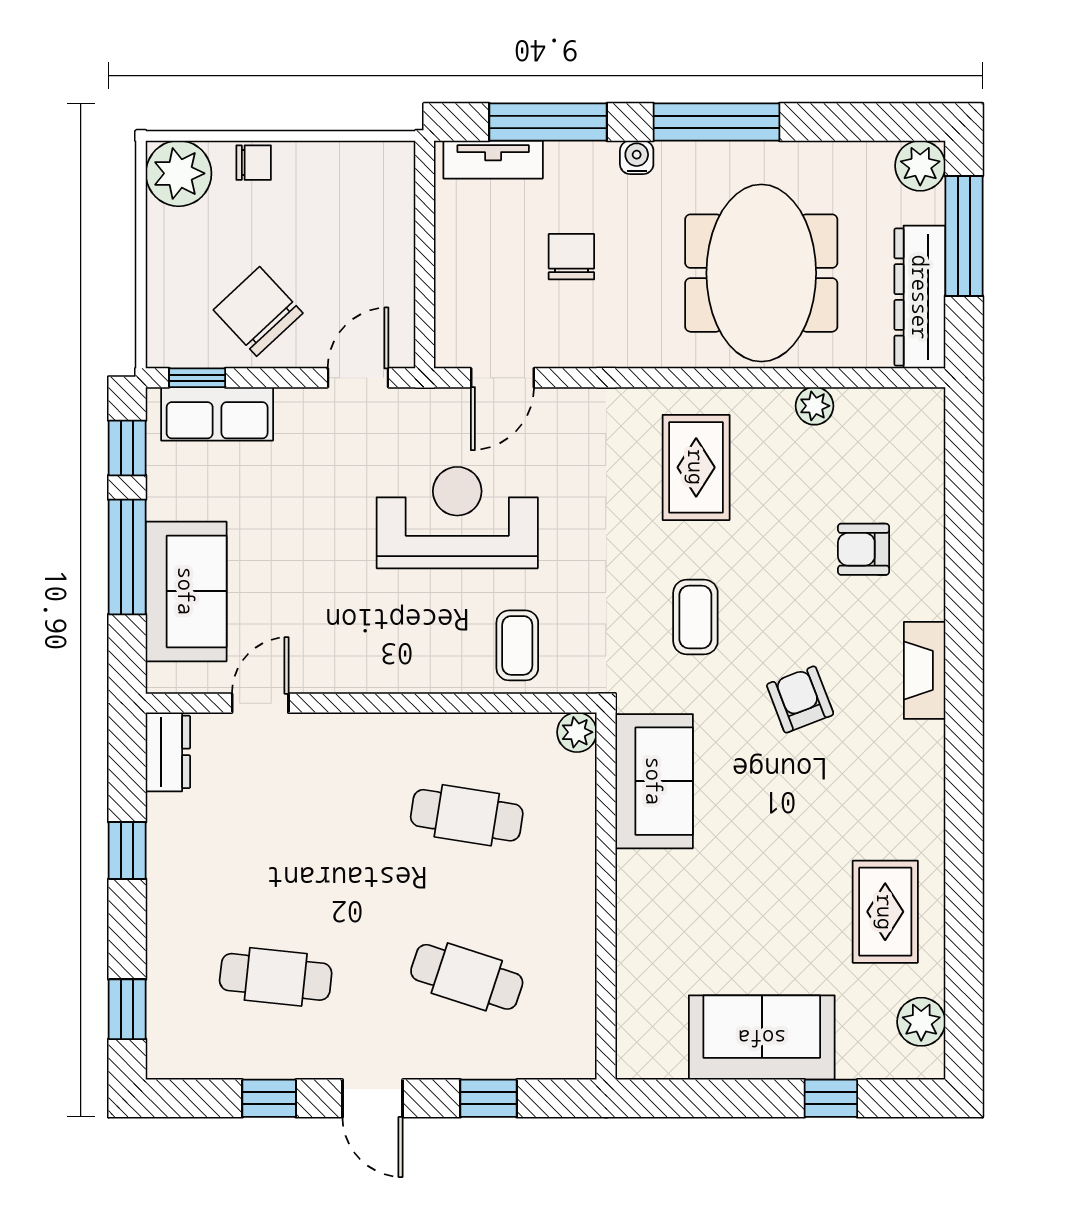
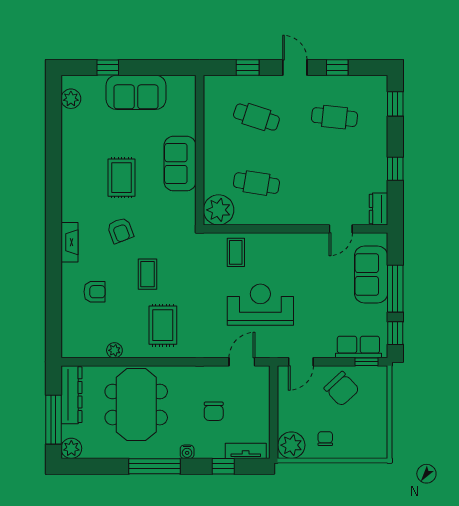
window: (548, 122) -> (223, 466), width x0.46
chair: (254, 163) -> (325, 439), moved, turned 90
plant: (179, 173) -> (291, 445), moved
reception desk: (457, 518) -> (260, 305), turned 180
coffee table: (695, 617) -> (148, 274), moved
plant: (577, 732) -> (219, 210), width x1.87, depth x1.87
sofa: (654, 781) -> (180, 164), moved
rug: (885, 912) -> (122, 178), moved

